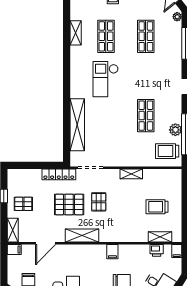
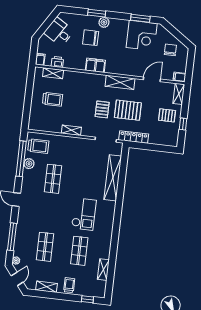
shelving: (76, 33) -> (103, 270), moved
filing cabinet: (112, 252) -> (95, 65), width x2.00

